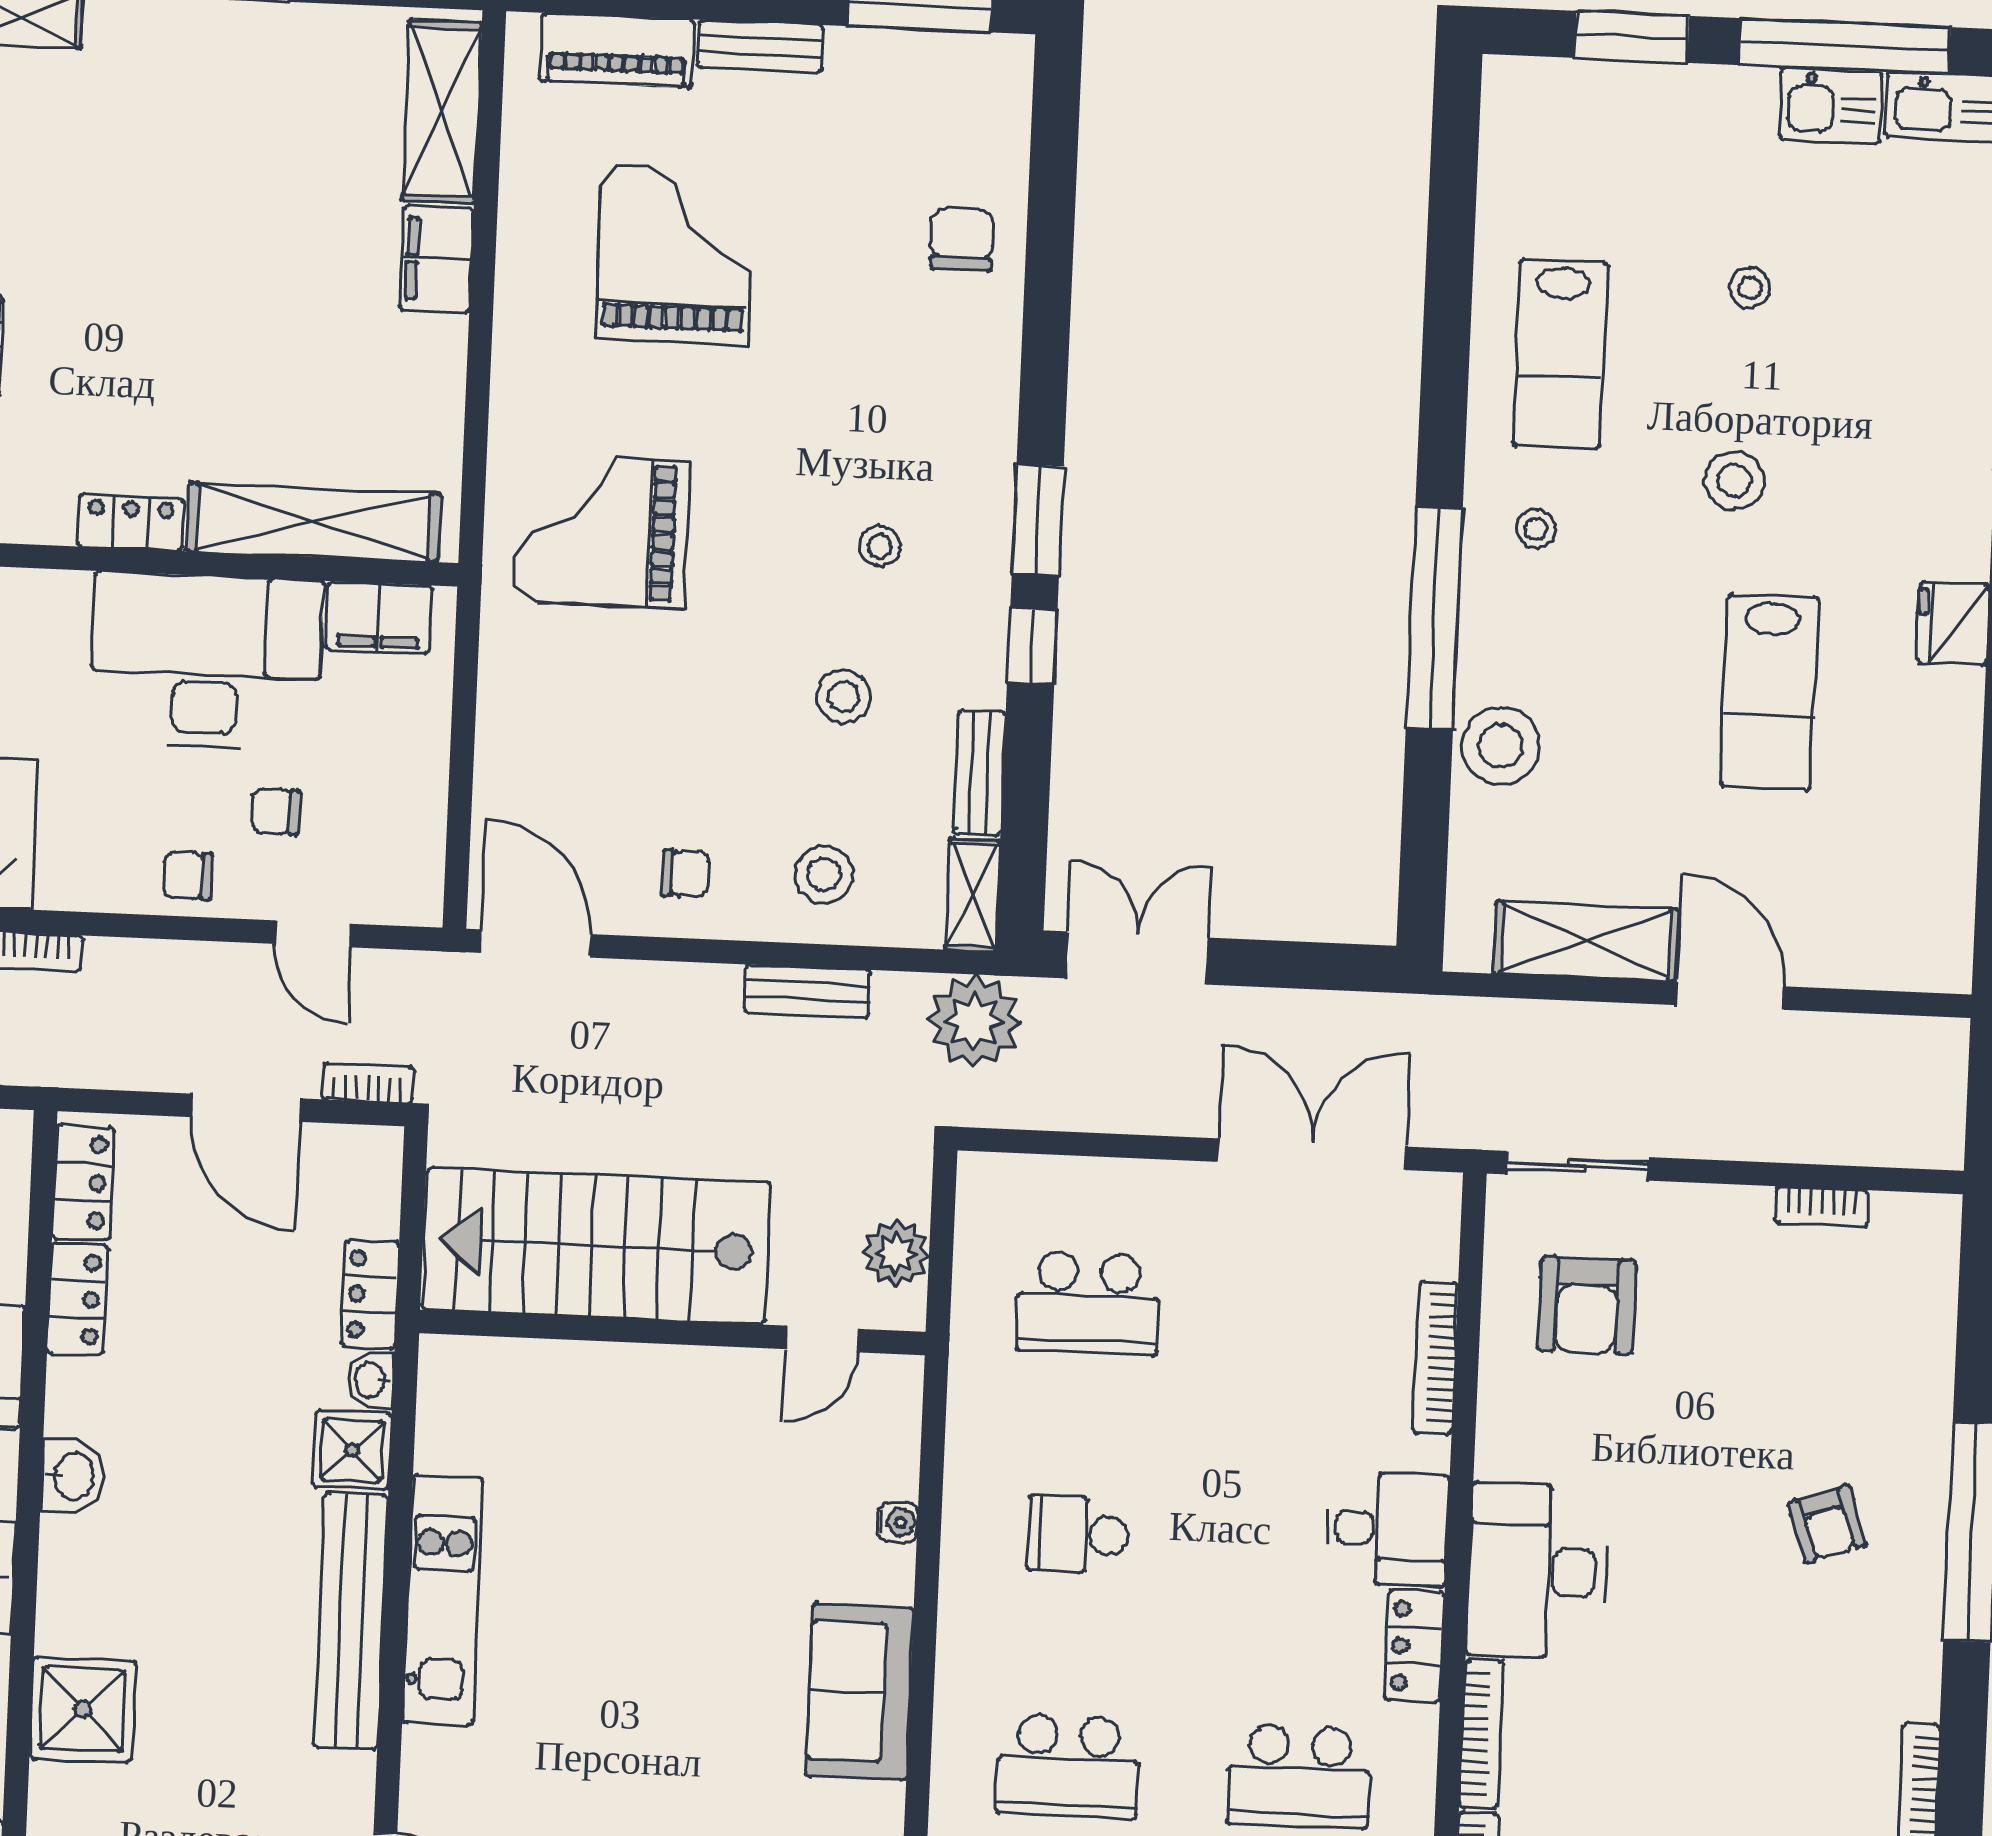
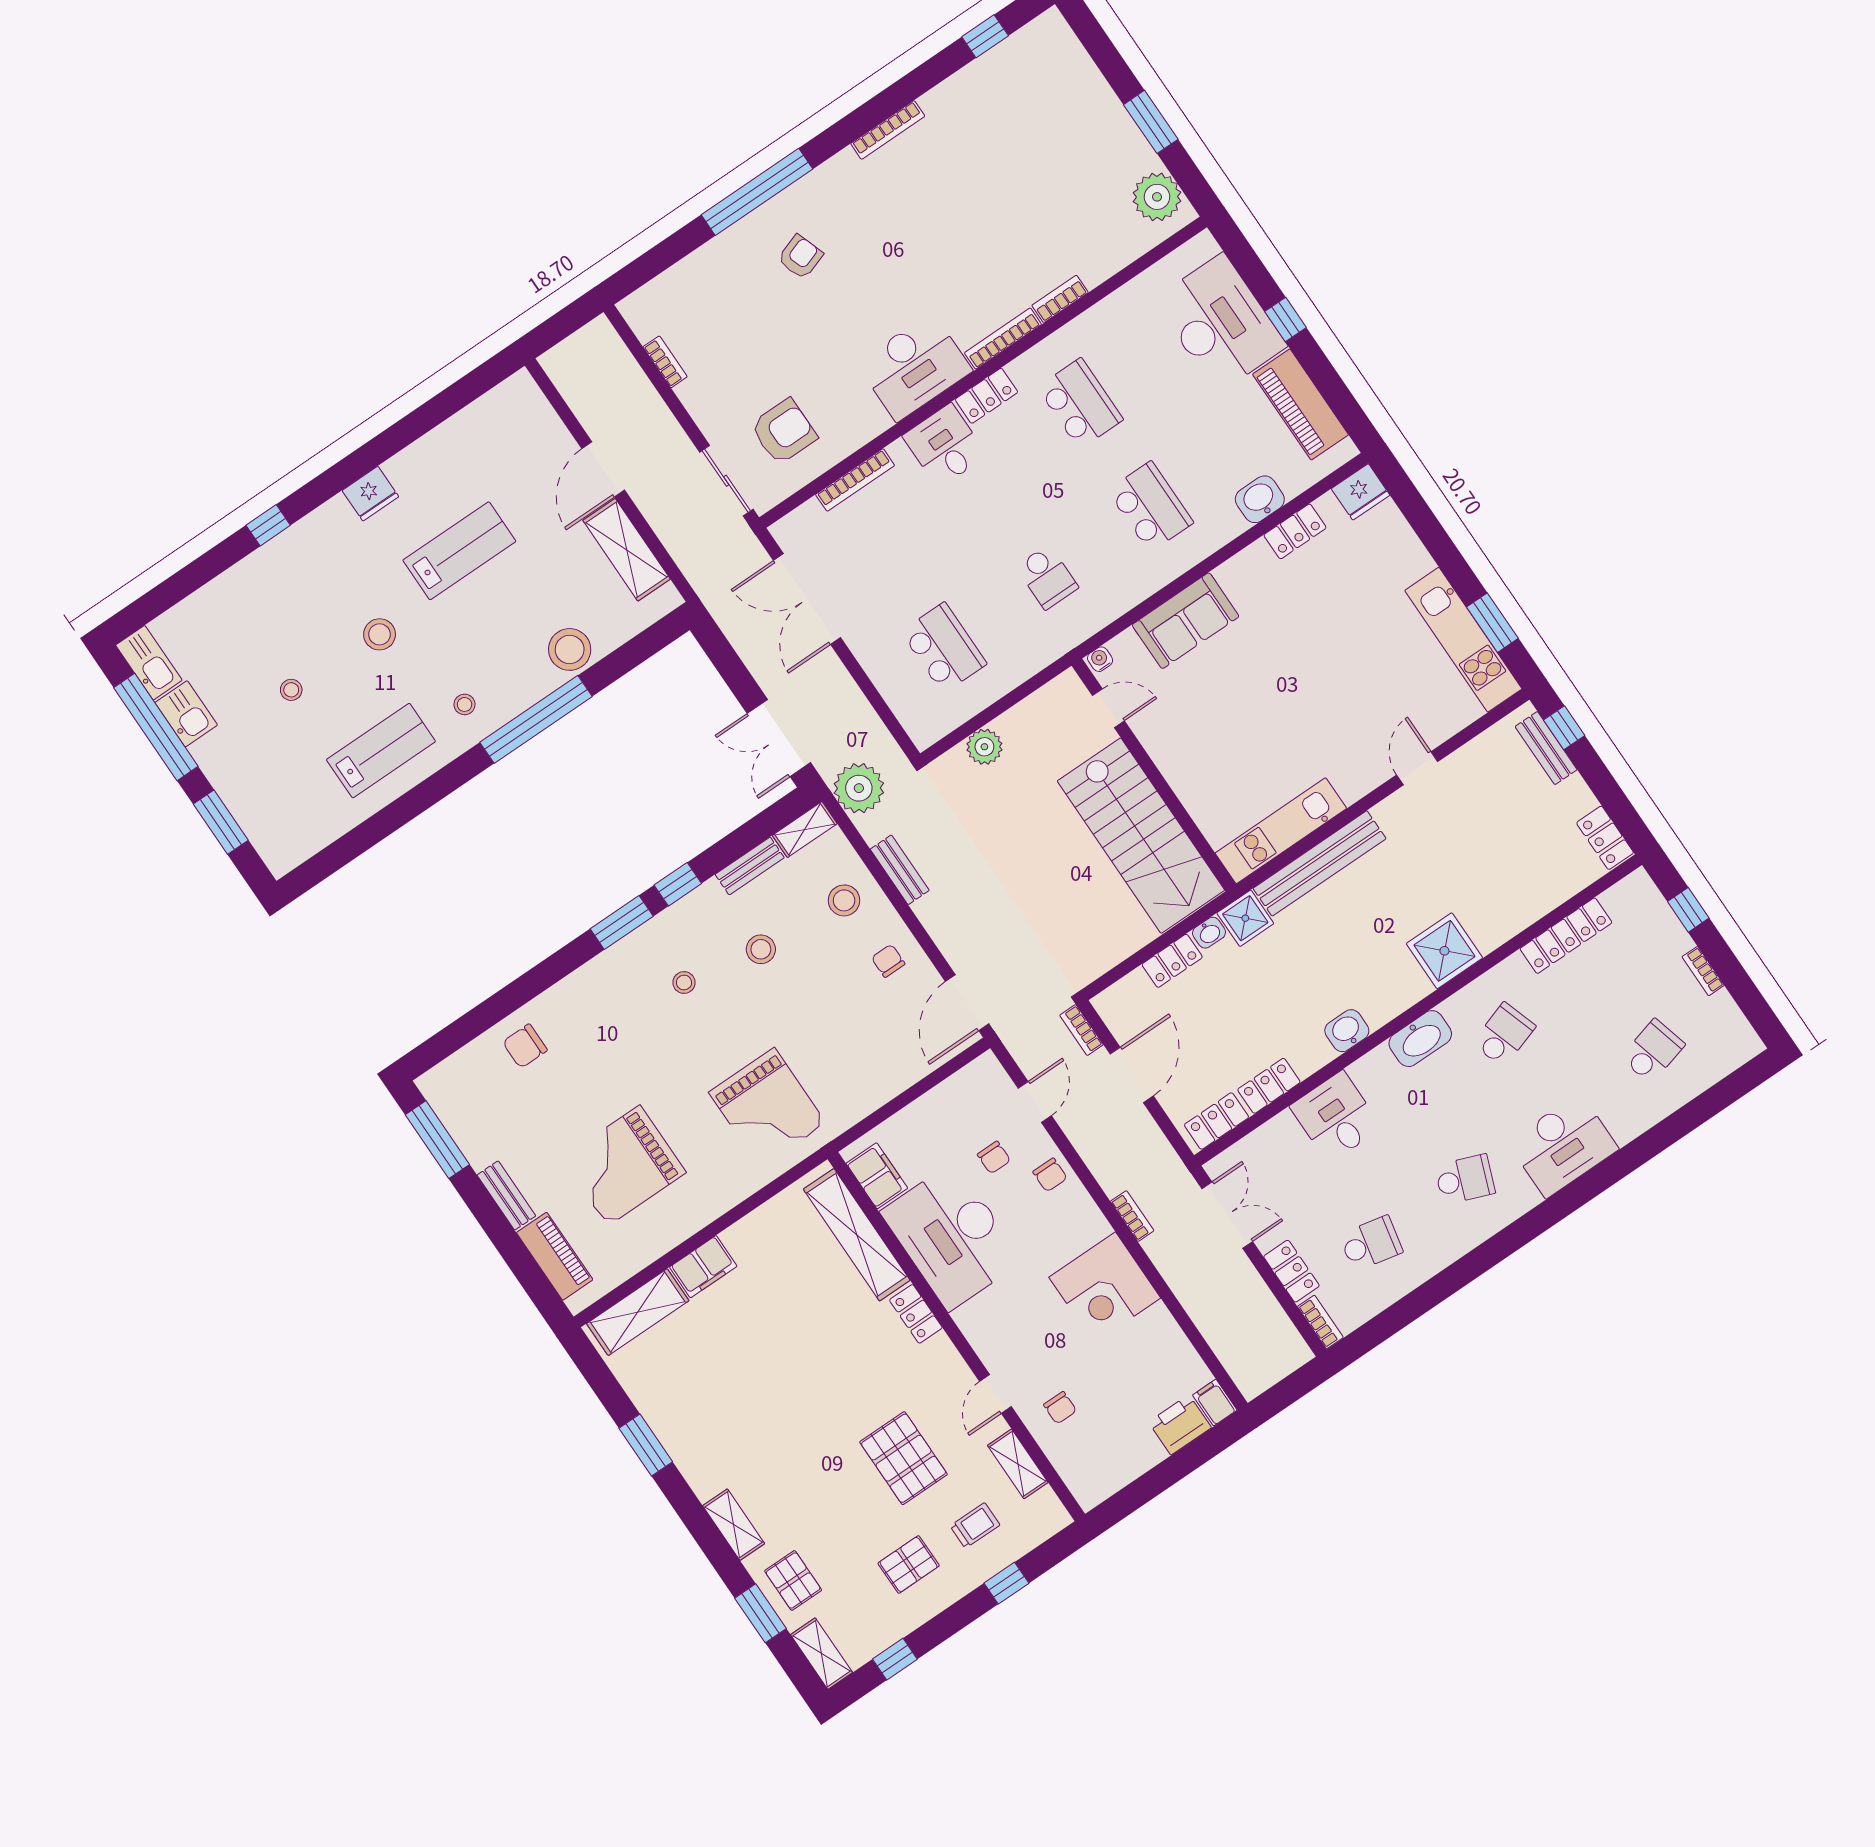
stairs: (597, 1246) -> (1141, 836), moved
wall: (672, 1333) -> (1154, 775), moved
door: (822, 1339) -> (1108, 708), moved

